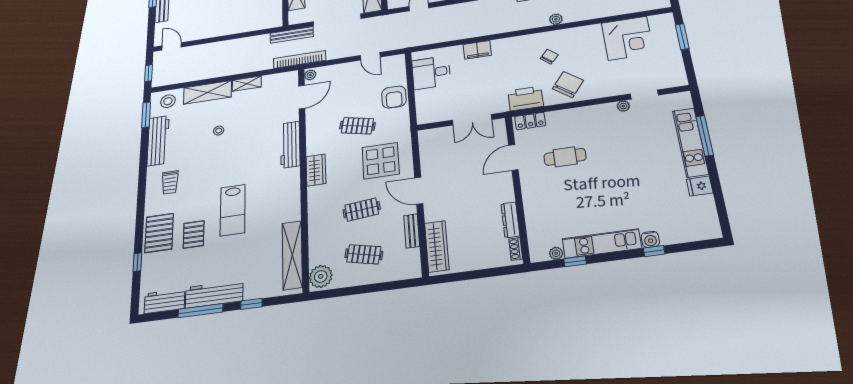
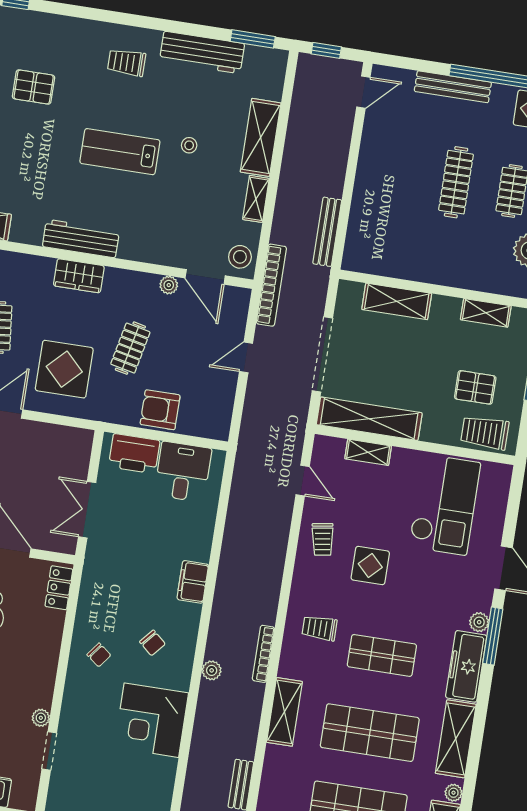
bench: (292, 35) -> (327, 232), moved
corner desk: (628, 38) -> (151, 720), moved
filing cabinet: (477, 50) -> (193, 582), moved
door: (370, 56) -> (246, 357), moved
plant: (310, 75) -> (169, 285), moved
chair: (568, 85) -> (99, 655), width x0.54, depth x0.54
printer: (526, 98) -> (134, 454), moved, turned 90
stool: (168, 101) -> (240, 257), moved
workbench: (290, 145) -> (81, 239), moved
lab bench: (233, 210) -> (120, 152), moved
pallet: (159, 233) -> (51, 38), removed

